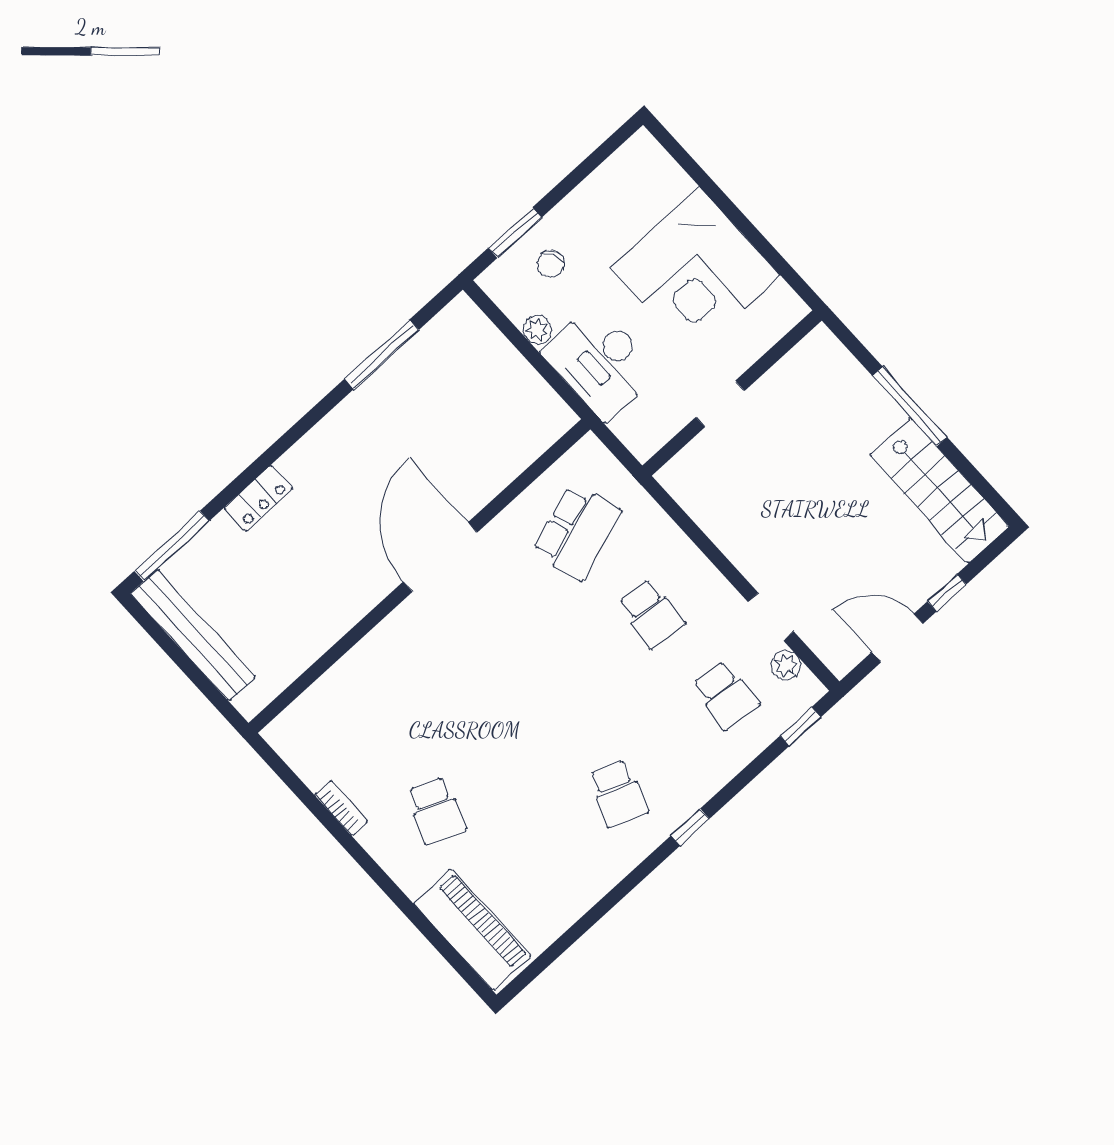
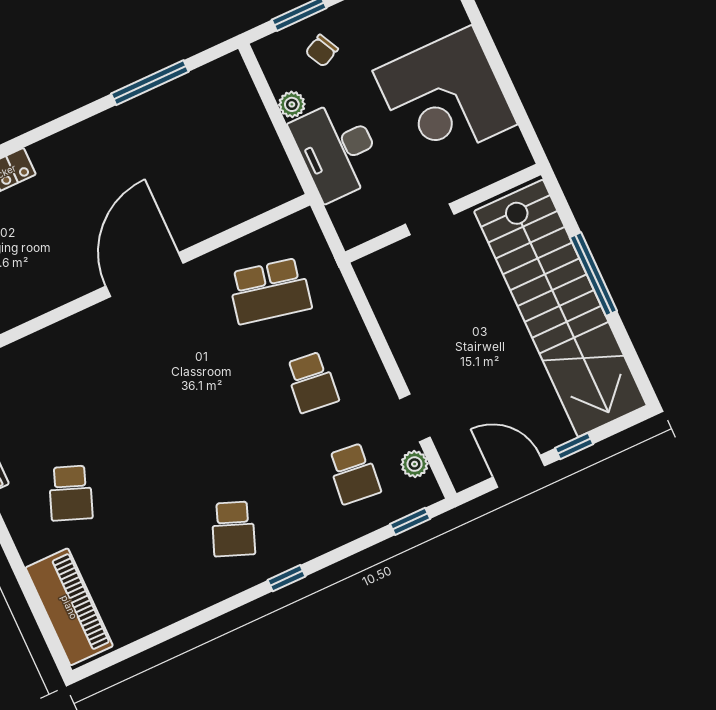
stairs: (940, 491) -> (560, 308), width x1.86, depth x1.51
school desk: (577, 532) -> (270, 291), turned 30

